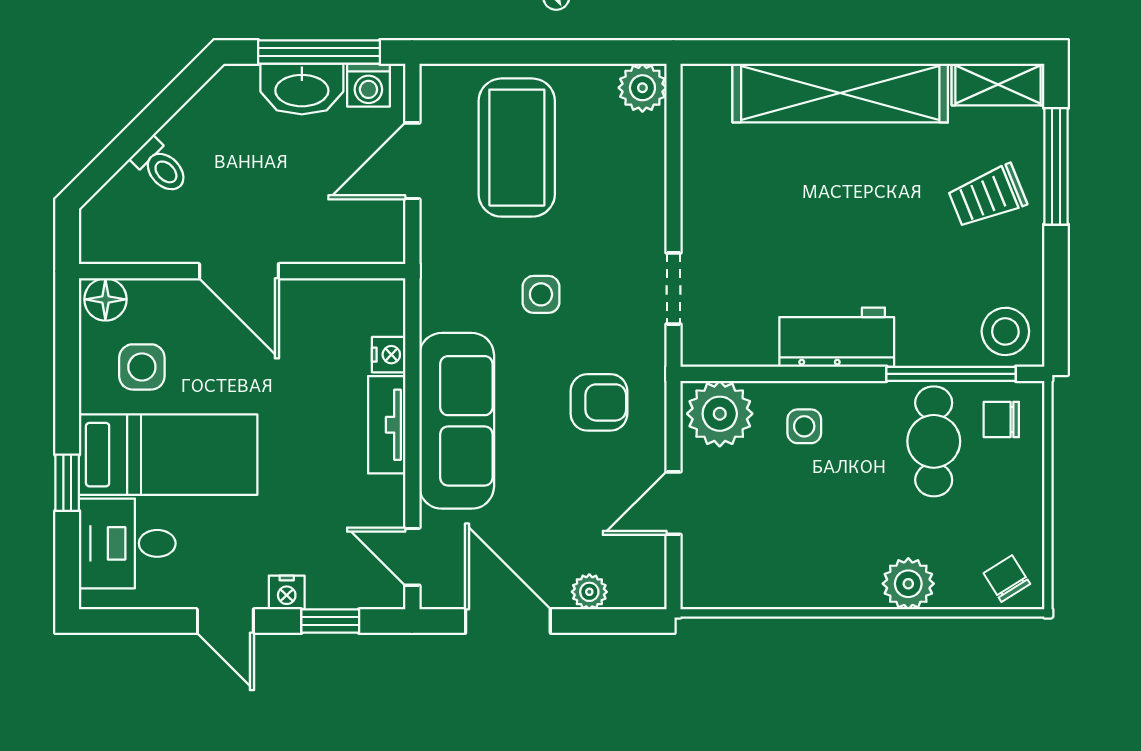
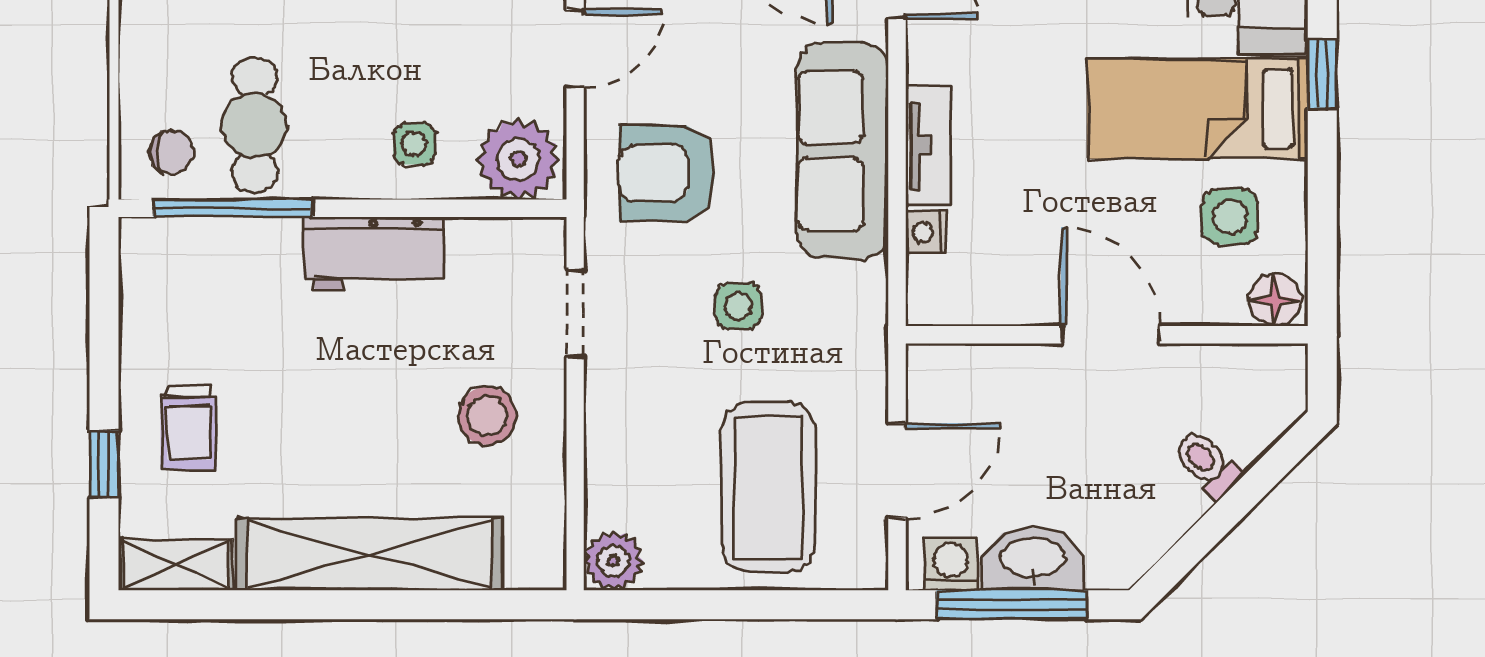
window: (1056, 166) -> (104, 464), width x0.46
trolley: (987, 196) -> (189, 427), turned 112
stool: (1005, 331) -> (487, 416), moved
armchair: (599, 402) -> (667, 173), width x1.38, depth x1.38

